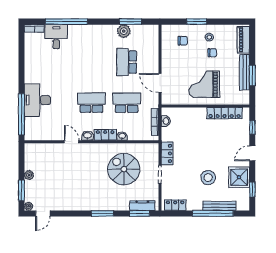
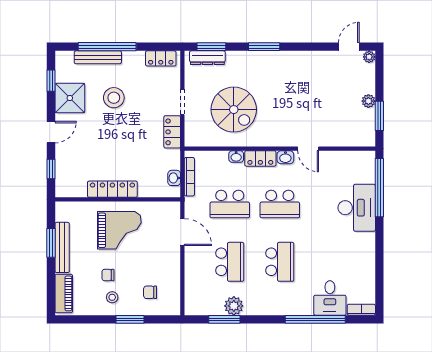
school desk: (91, 62) -> (280, 262), added
locker: (225, 113) -> (112, 189), moved
window: (21, 191) -> (379, 116), moved

